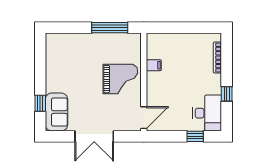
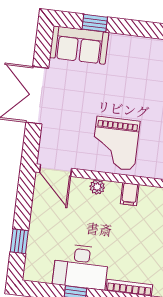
plant: (152, 88) -> (97, 187), added
desk: (207, 113) -> (81, 267), moved

